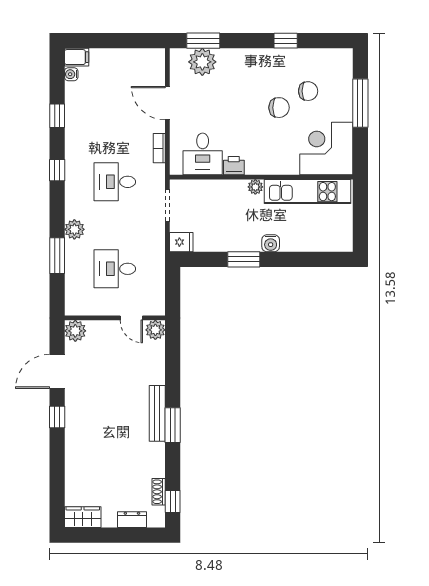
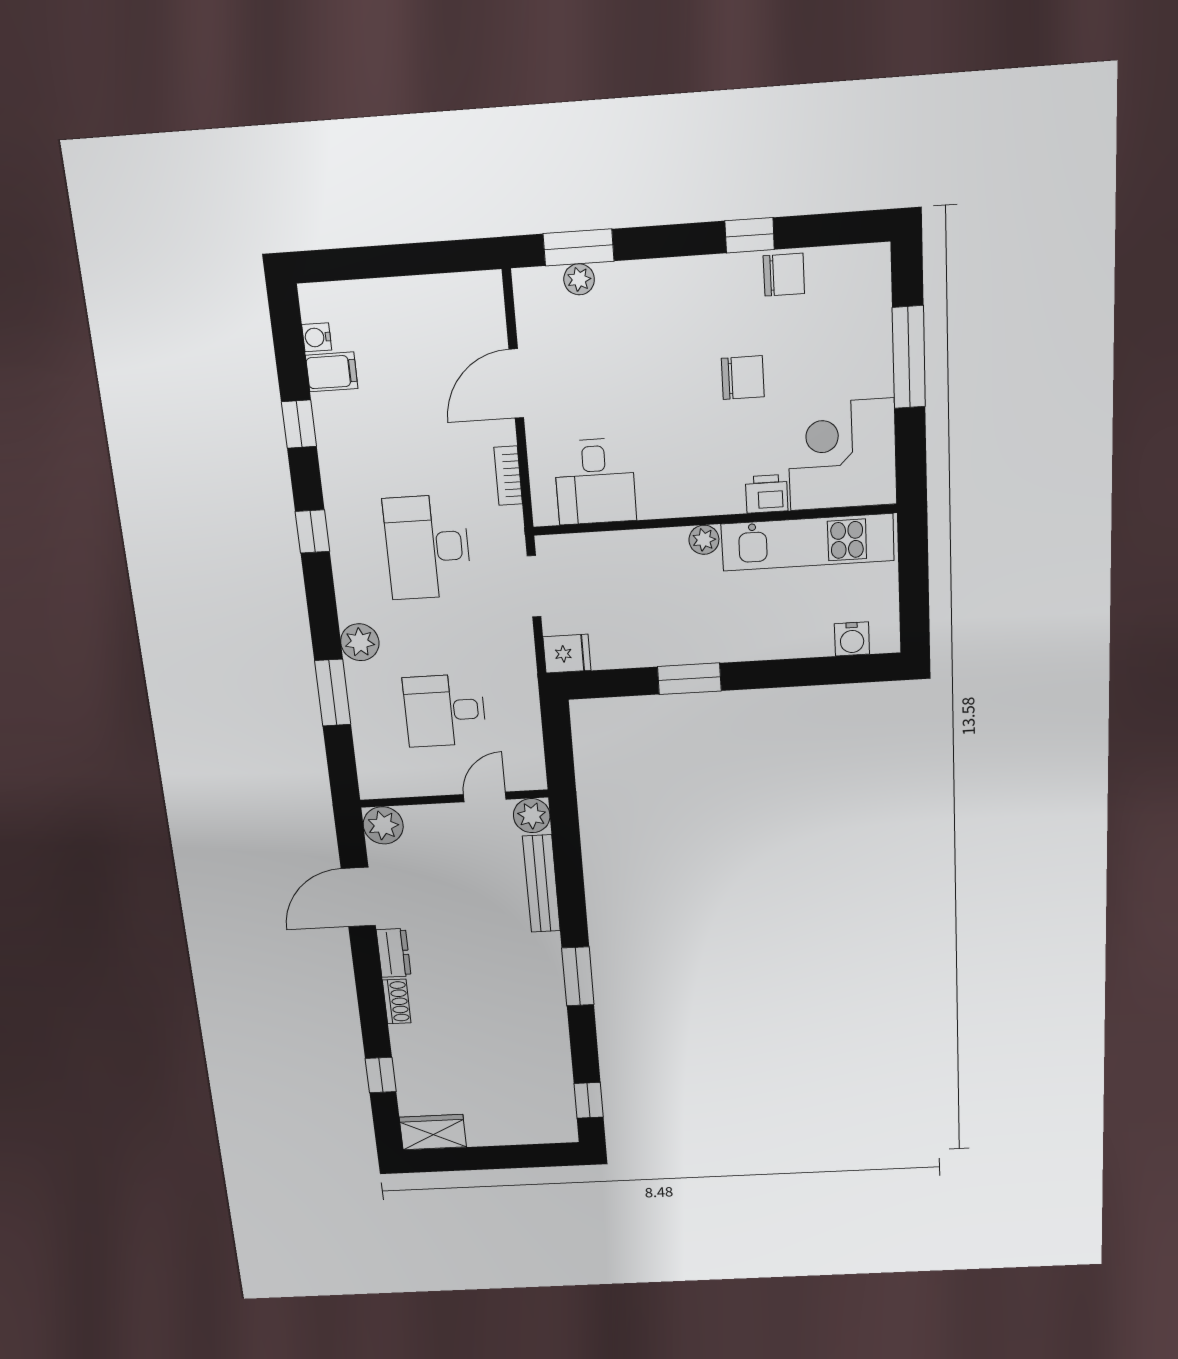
filing cabinet: (77, 57) -> (332, 372), moved
plant: (202, 62) -> (579, 279), width x0.53, depth x0.53
chair: (308, 91) -> (784, 275), moved
door: (167, 103) -> (516, 384), hinge flipped
printer: (234, 166) -> (767, 494), moved
desk: (115, 182) -> (427, 547), width x1.37
water cooler: (271, 243) -> (852, 639), moved
door: (131, 318) -> (485, 797), swing flipped
bench: (157, 413) -> (541, 884), moved
window: (57, 417) -> (381, 1075), moved
shoe rack: (159, 492) -> (397, 1001), moved, turned 180
dresser: (132, 520) -> (394, 953), moved, turned 90

